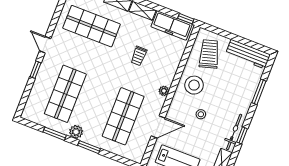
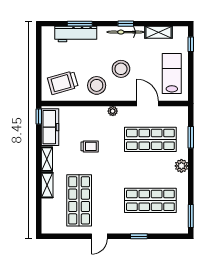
door: (45, 45) -> (99, 236), moved
workbench: (248, 54) -> (76, 34), moved, turned 90
stool: (201, 114) -> (121, 69), width x1.89, depth x1.89
plant: (76, 132) -> (181, 166), moved
window: (55, 134) -> (191, 216), moved
window: (89, 147) -> (191, 137), moved

